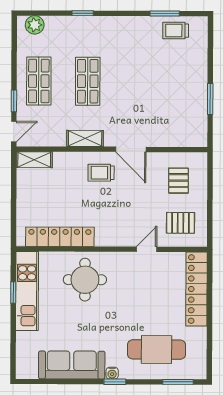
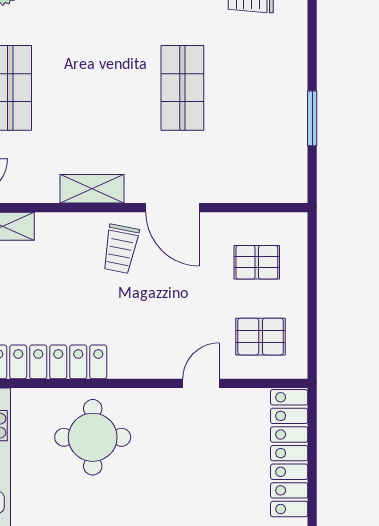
shop shelf: (88, 81) -> (182, 88), moved
trolley: (101, 173) -> (120, 249), turned -79
pallet: (179, 181) -> (257, 262), turned 90

